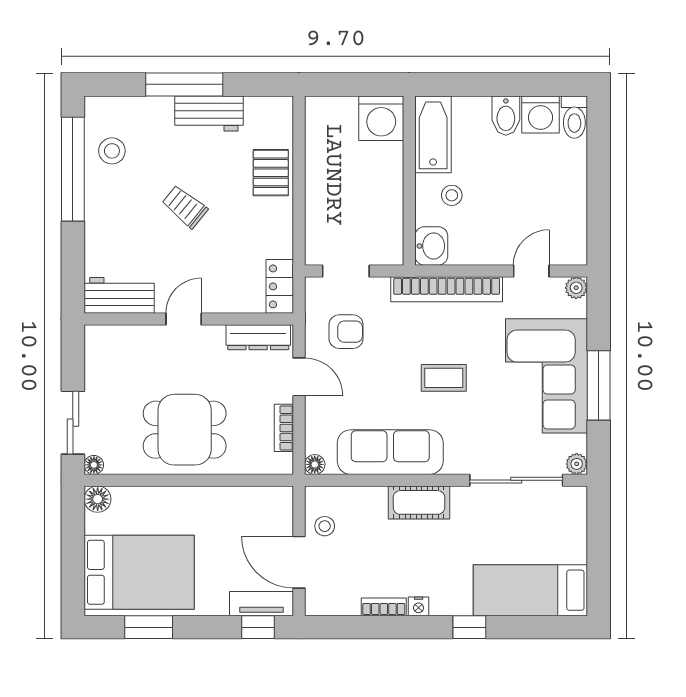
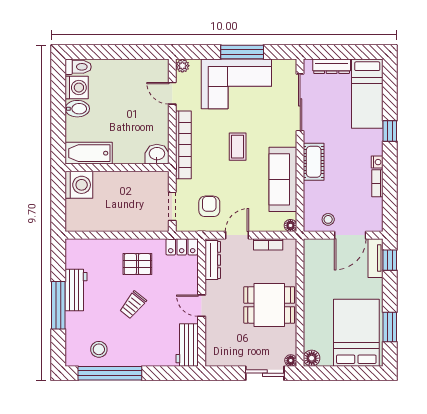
pallet: (271, 173) -> (137, 264), moved
stool: (452, 195) -> (126, 142), removed
dining table: (185, 430) -> (269, 305), turned 90
plant: (577, 464) -> (290, 65), removed
dresser: (575, 532) -> (332, 66), added

